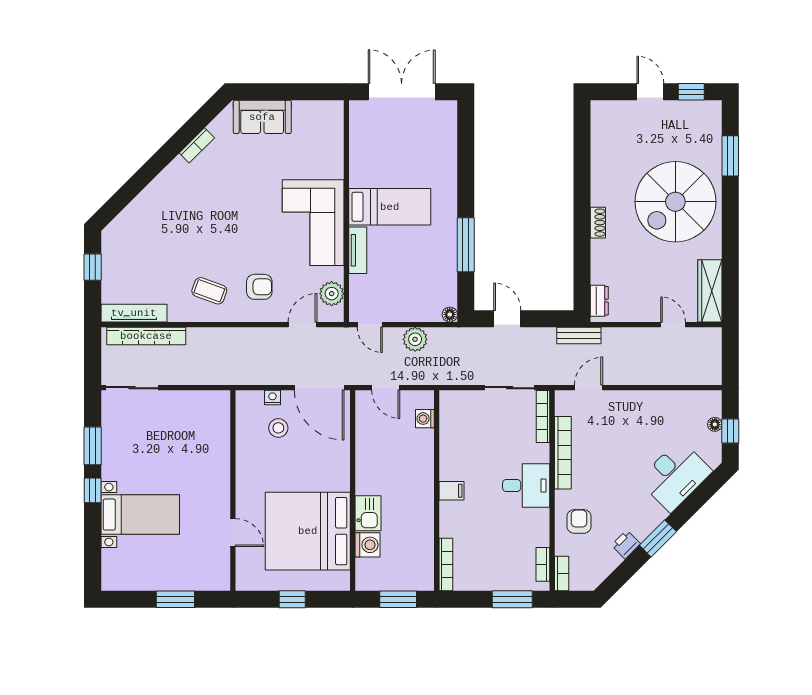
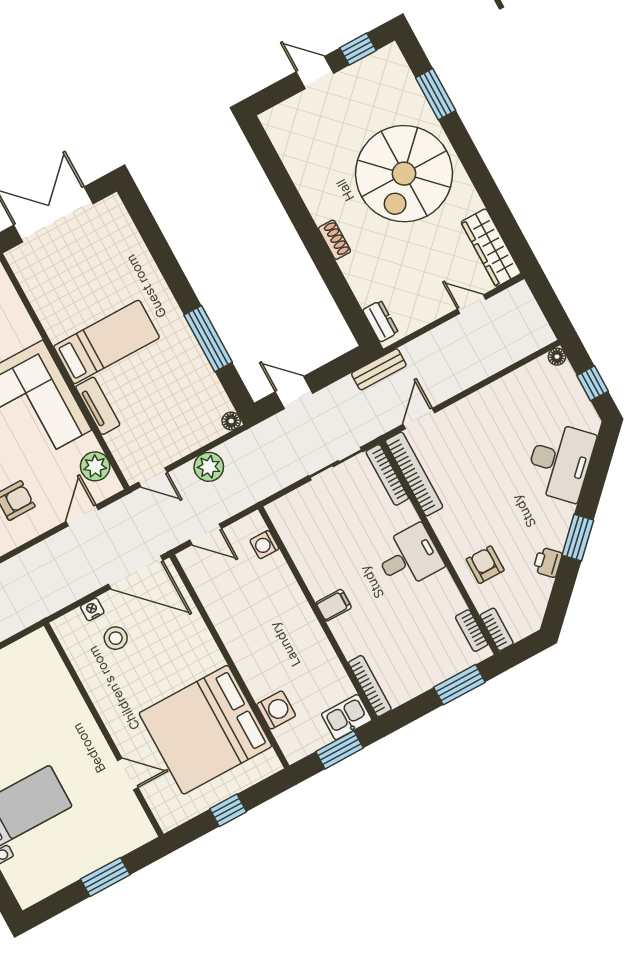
floor lamp: (715, 424) -> (557, 357), moved
bookcase: (563, 453) -> (414, 474), moved
kitchen sink: (368, 513) -> (347, 717), moved, turned -90

